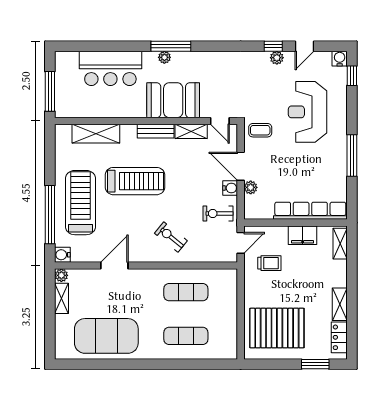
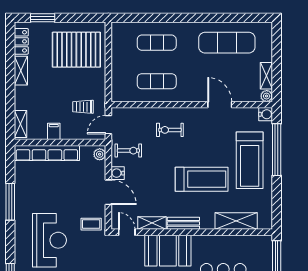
treadmill: (135, 181) -> (202, 179), turned 180
plant: (251, 187) -> (100, 154), moved
filing cabinet: (303, 235) -> (54, 131), width x0.50
exercise bike: (171, 237) -> (170, 130), turned 141
door: (114, 266) -> (220, 105), swing flipped
exercise mat: (106, 336) -> (227, 43), width x0.68

